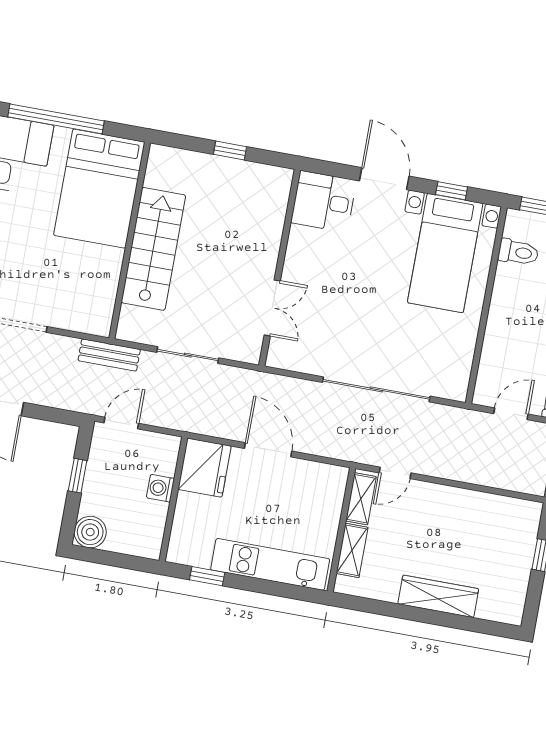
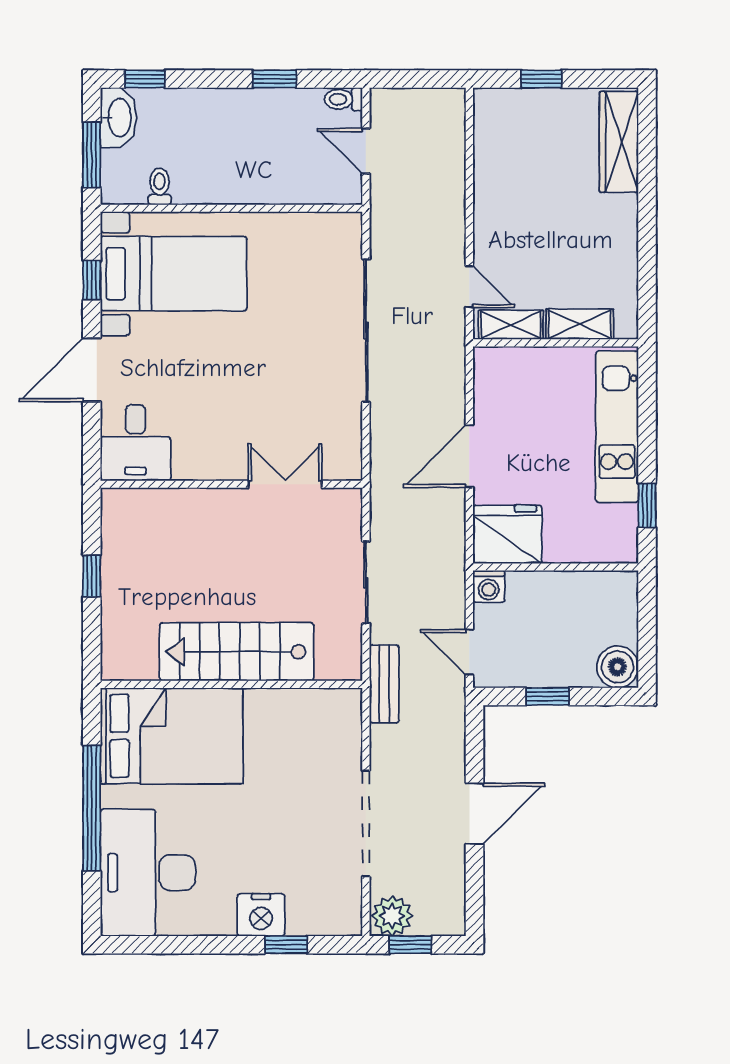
toilet: (518, 252) -> (160, 186), width x0.73, depth x0.72
washing machine: (160, 488) -> (489, 586), moved
wardrobe: (438, 596) -> (619, 142), moved

